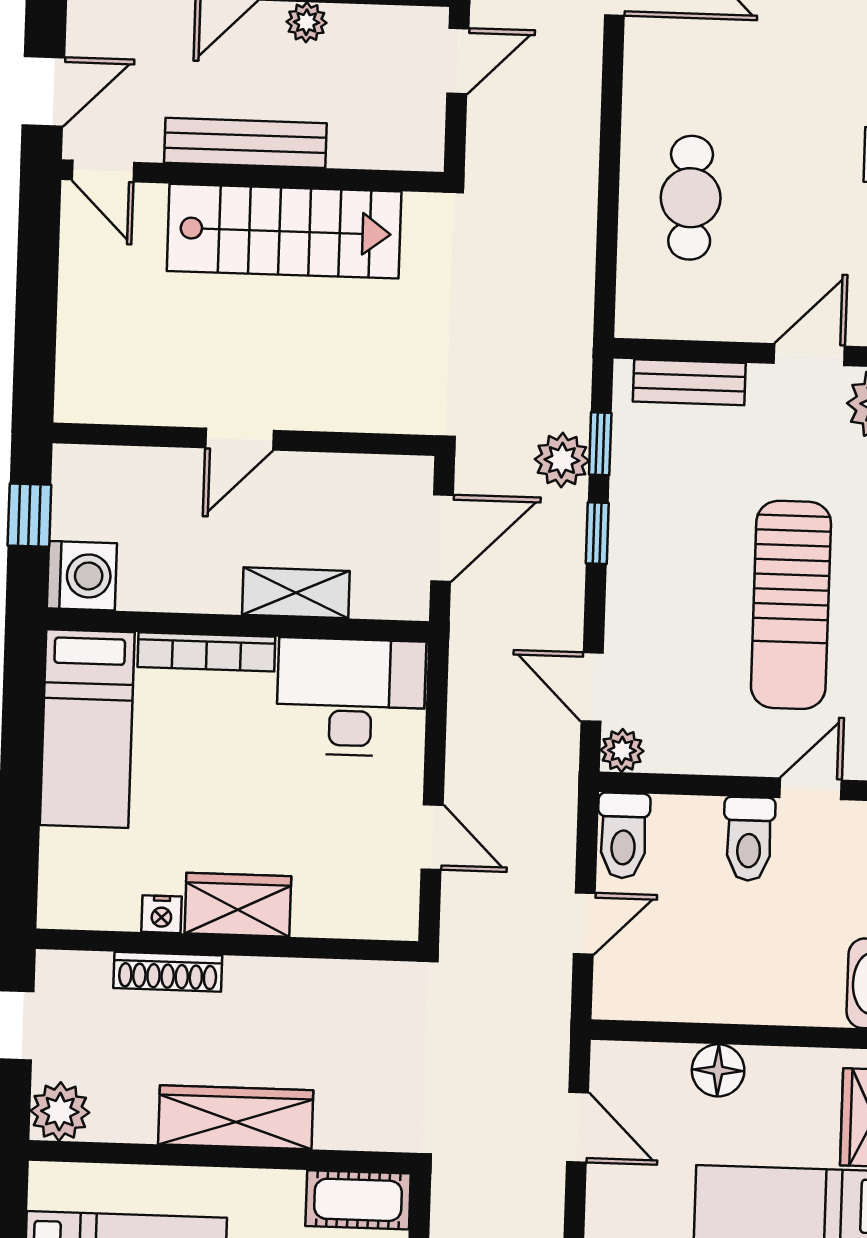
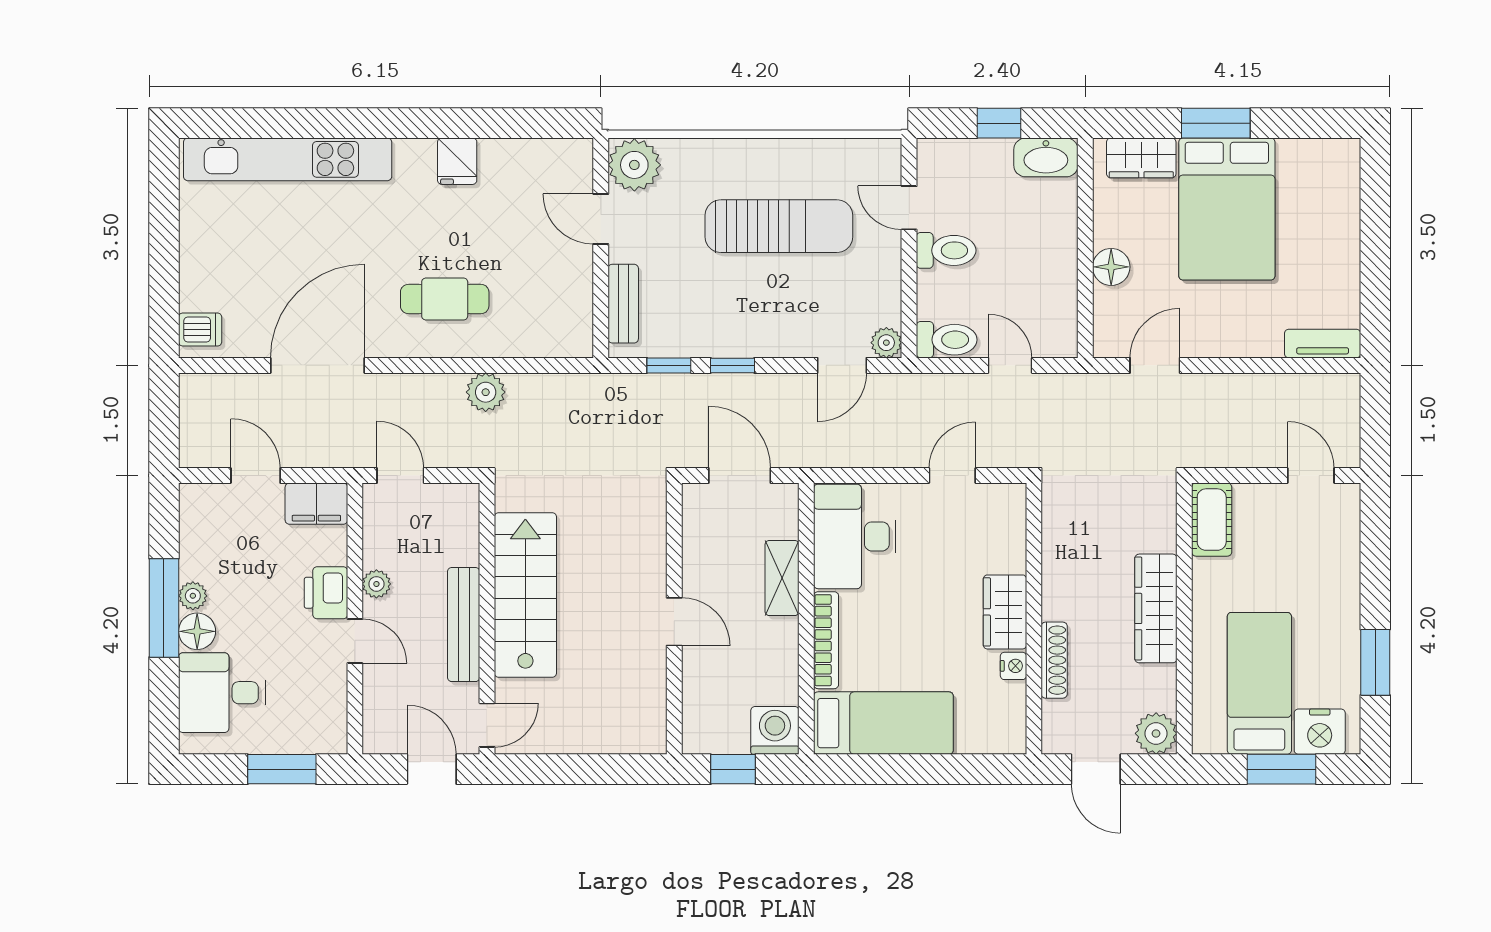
cafe table: (691, 198) -> (445, 299), moved
plant: (562, 460) -> (486, 392), moved

